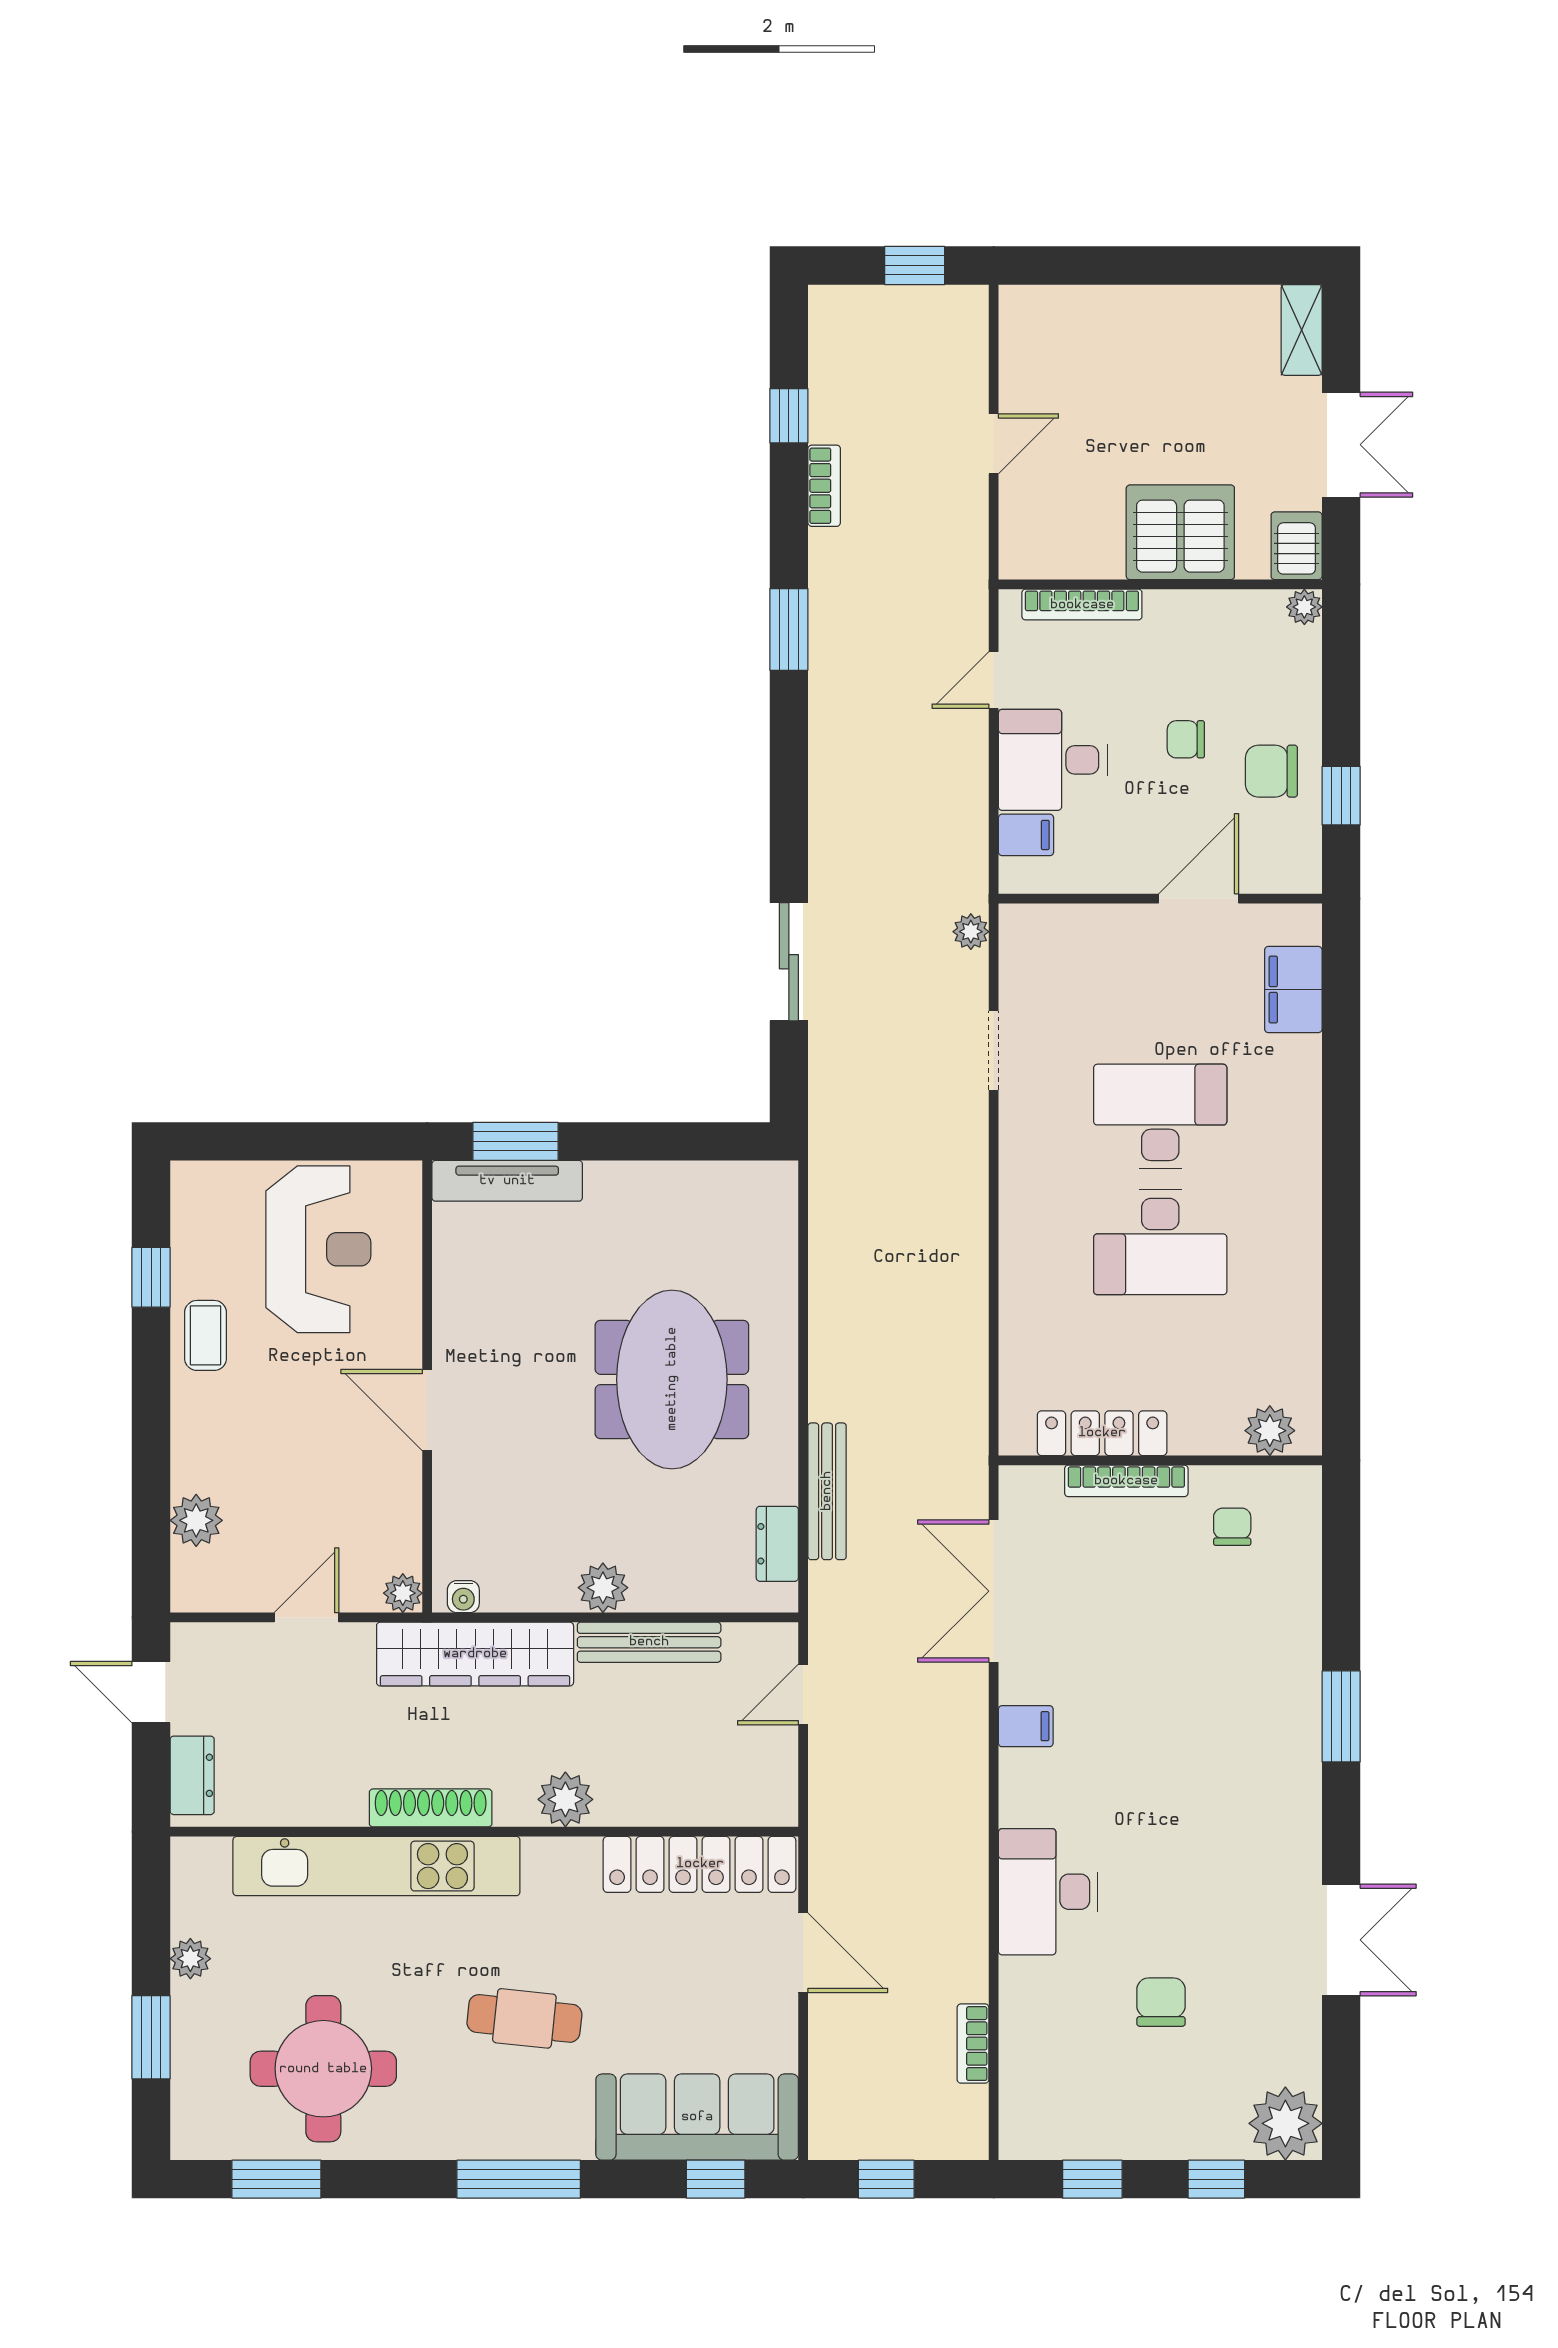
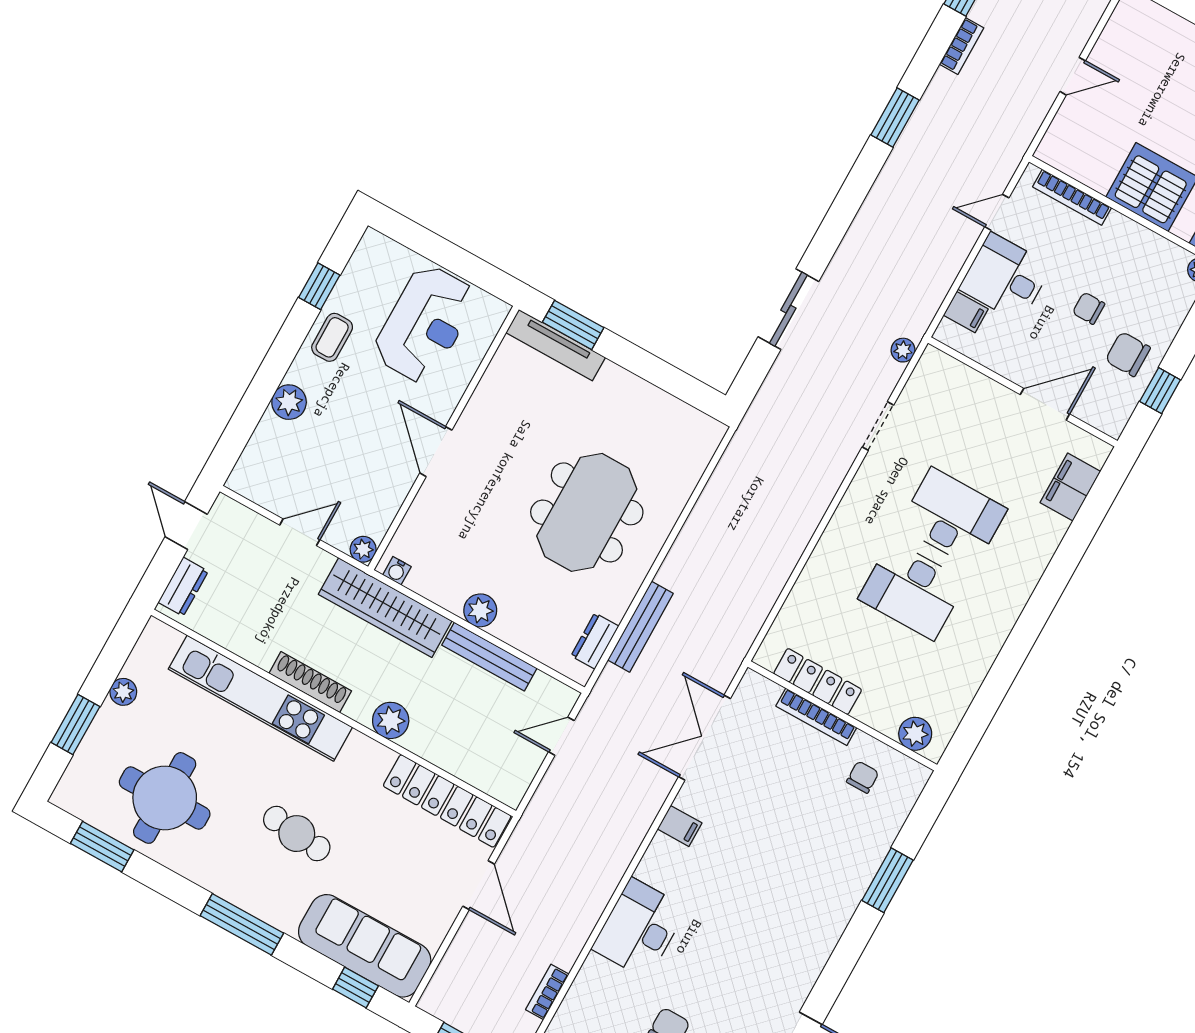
plant: (196, 1520) -> (289, 402), moved
window: (1341, 1716) -> (888, 880), moved

